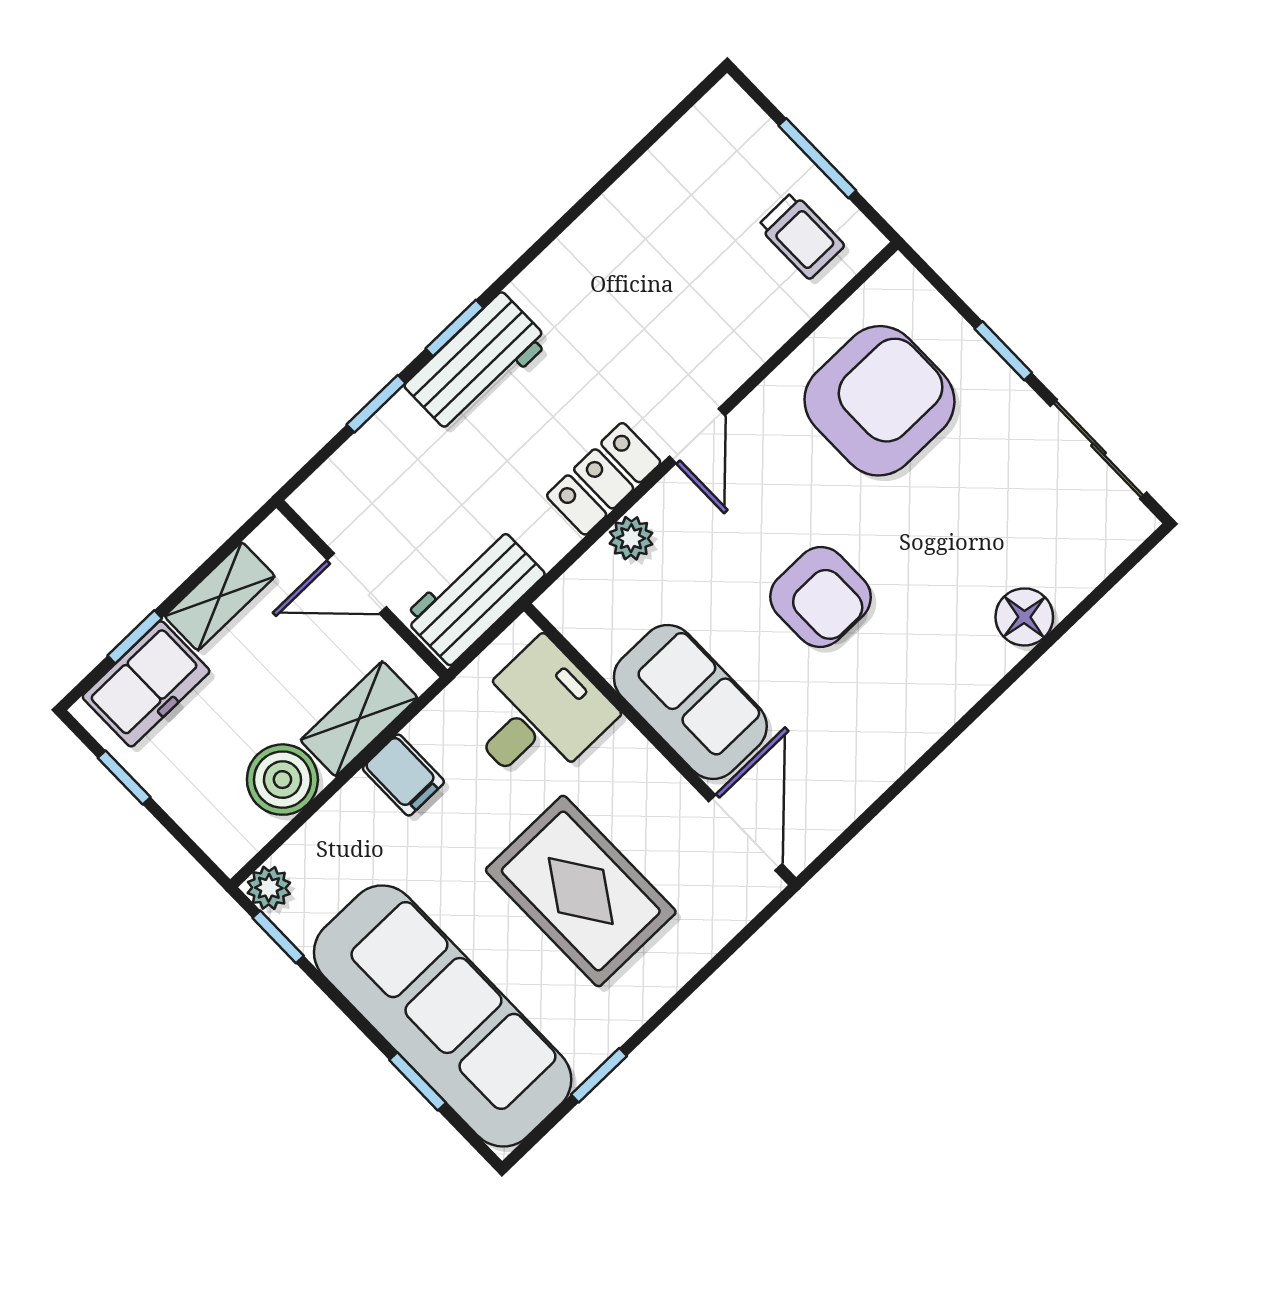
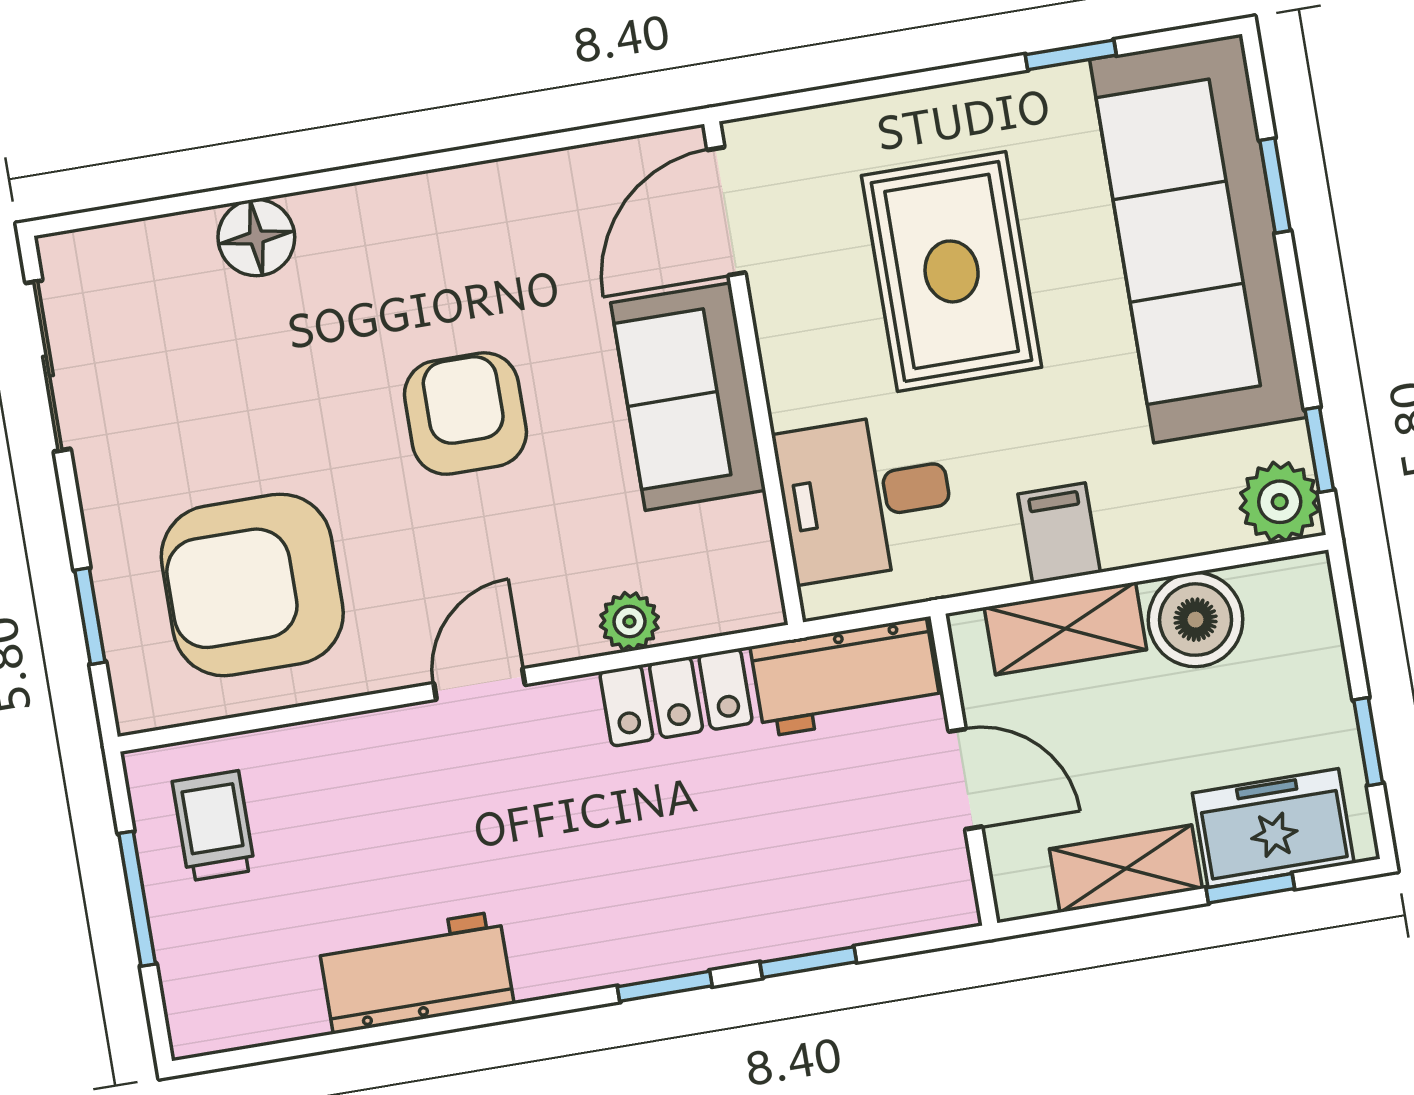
window: (1003, 351) -> (90, 616), moved
workbench: (477, 364) -> (416, 972), moved
locker: (604, 479) -> (676, 697), moved
plant: (269, 888) -> (1280, 502), width x1.38, depth x1.38

